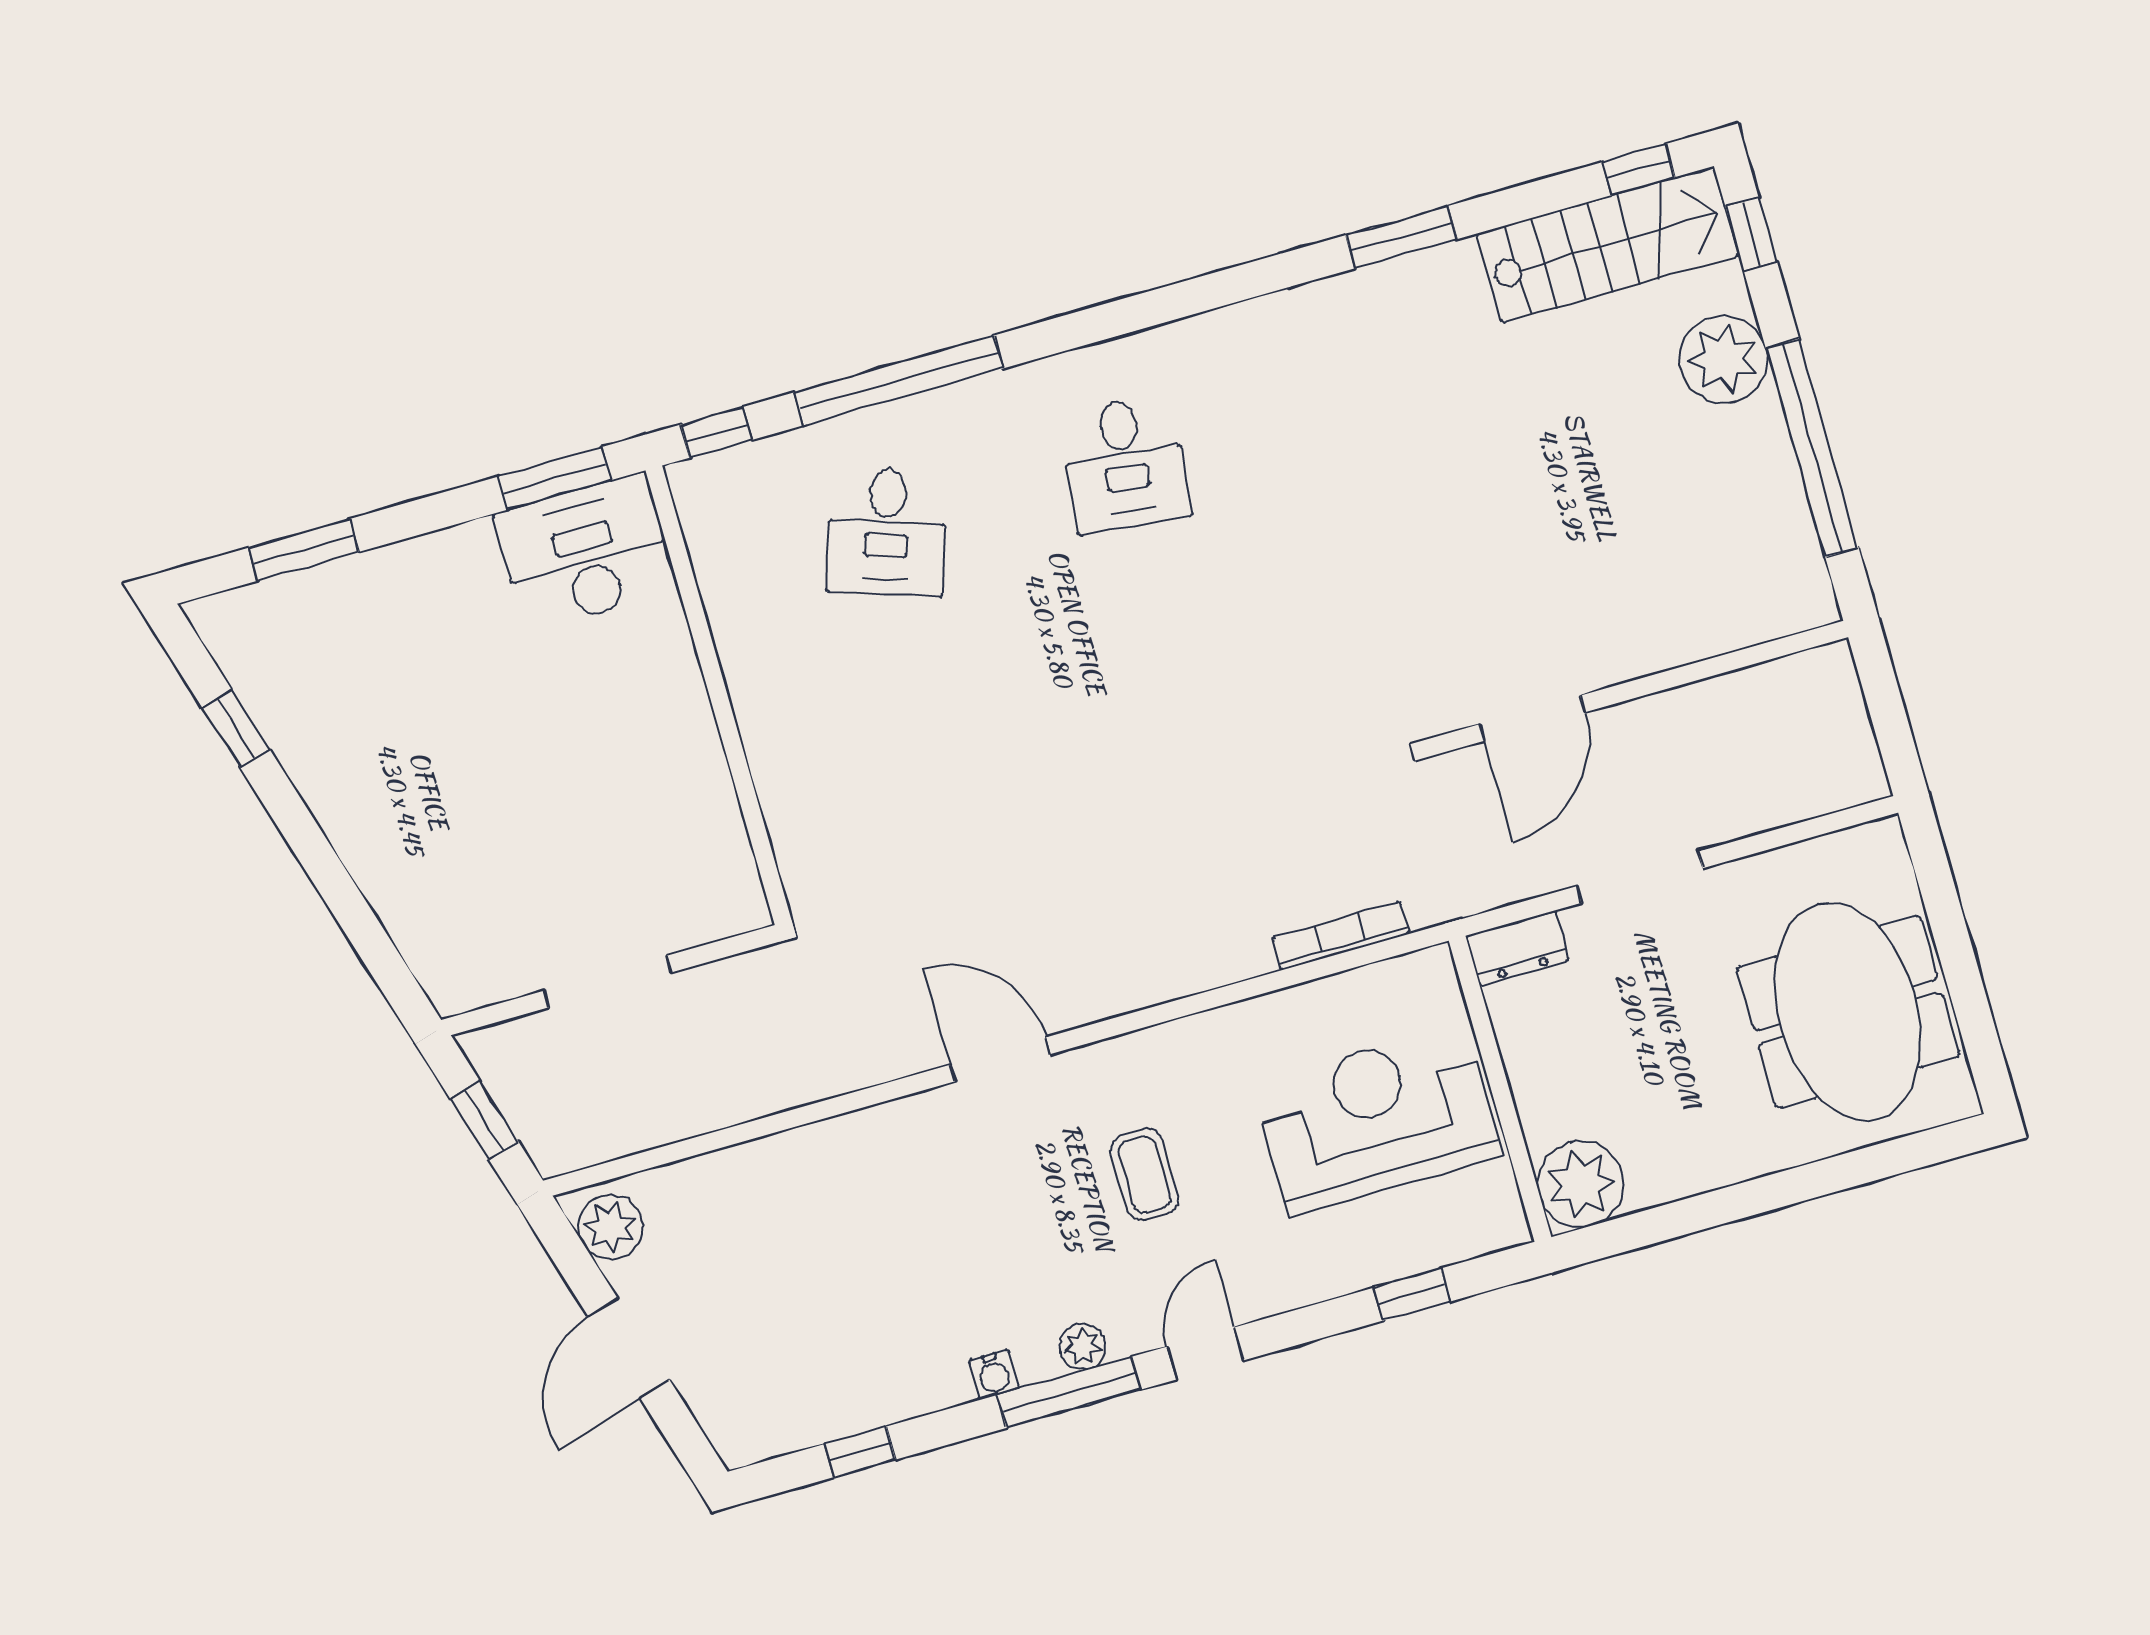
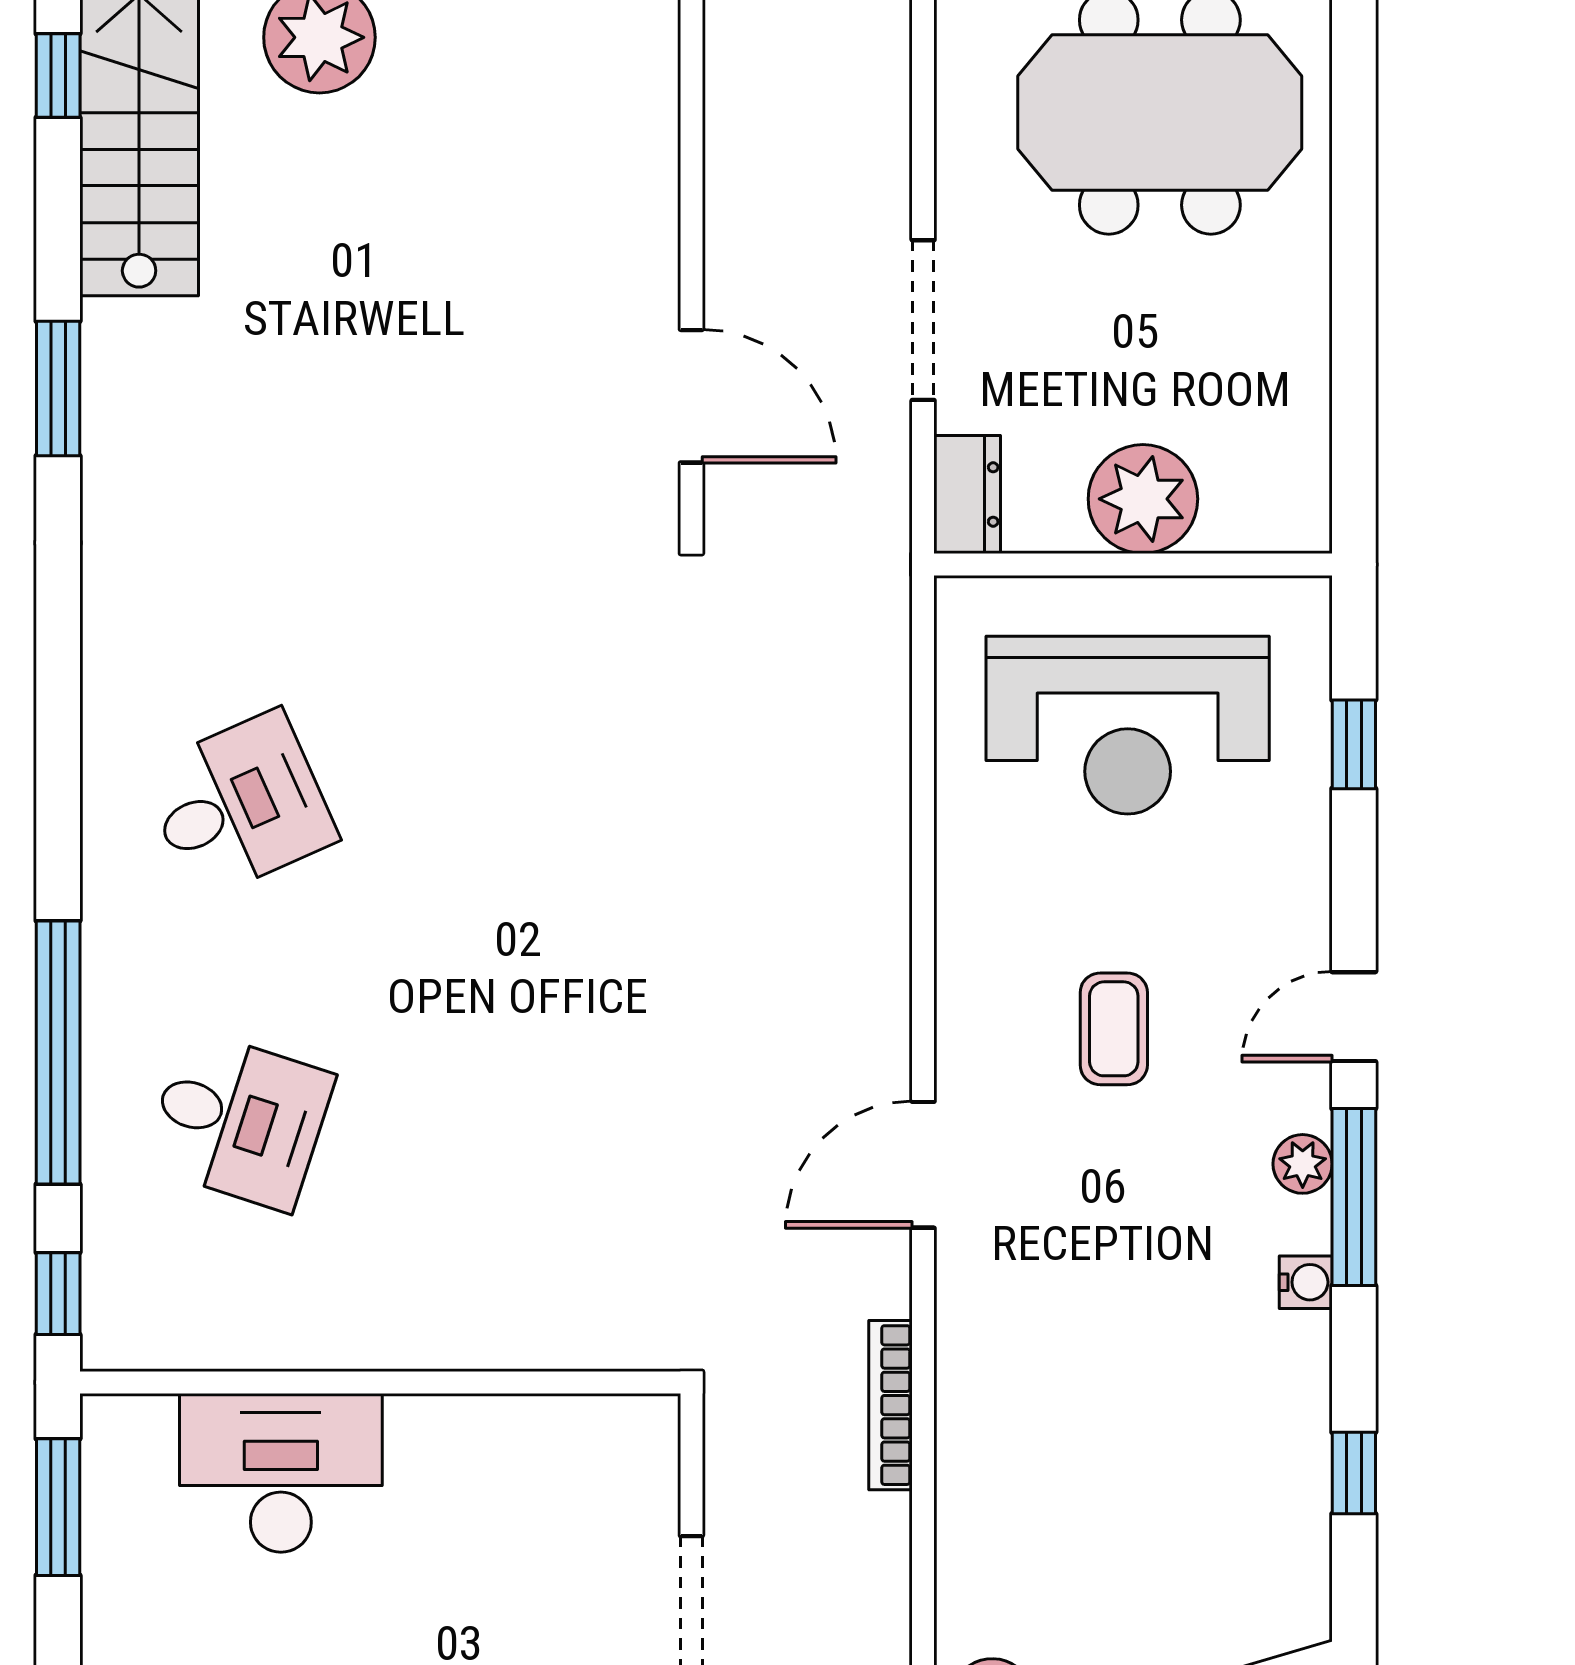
desk: (1125, 464) -> (239, 805), turned -30
desk: (586, 552) -> (281, 1473), moved, turned 90
bookcase: (1341, 936) -> (891, 1405), moved
reception desk: (1377, 1119) -> (1128, 725), turned -90
coffee table: (1144, 1174) -> (1114, 1029), turned 90
plant: (1581, 1184) -> (1143, 499), moved
door: (1205, 1353) -> (1354, 1017), hinge flipped

